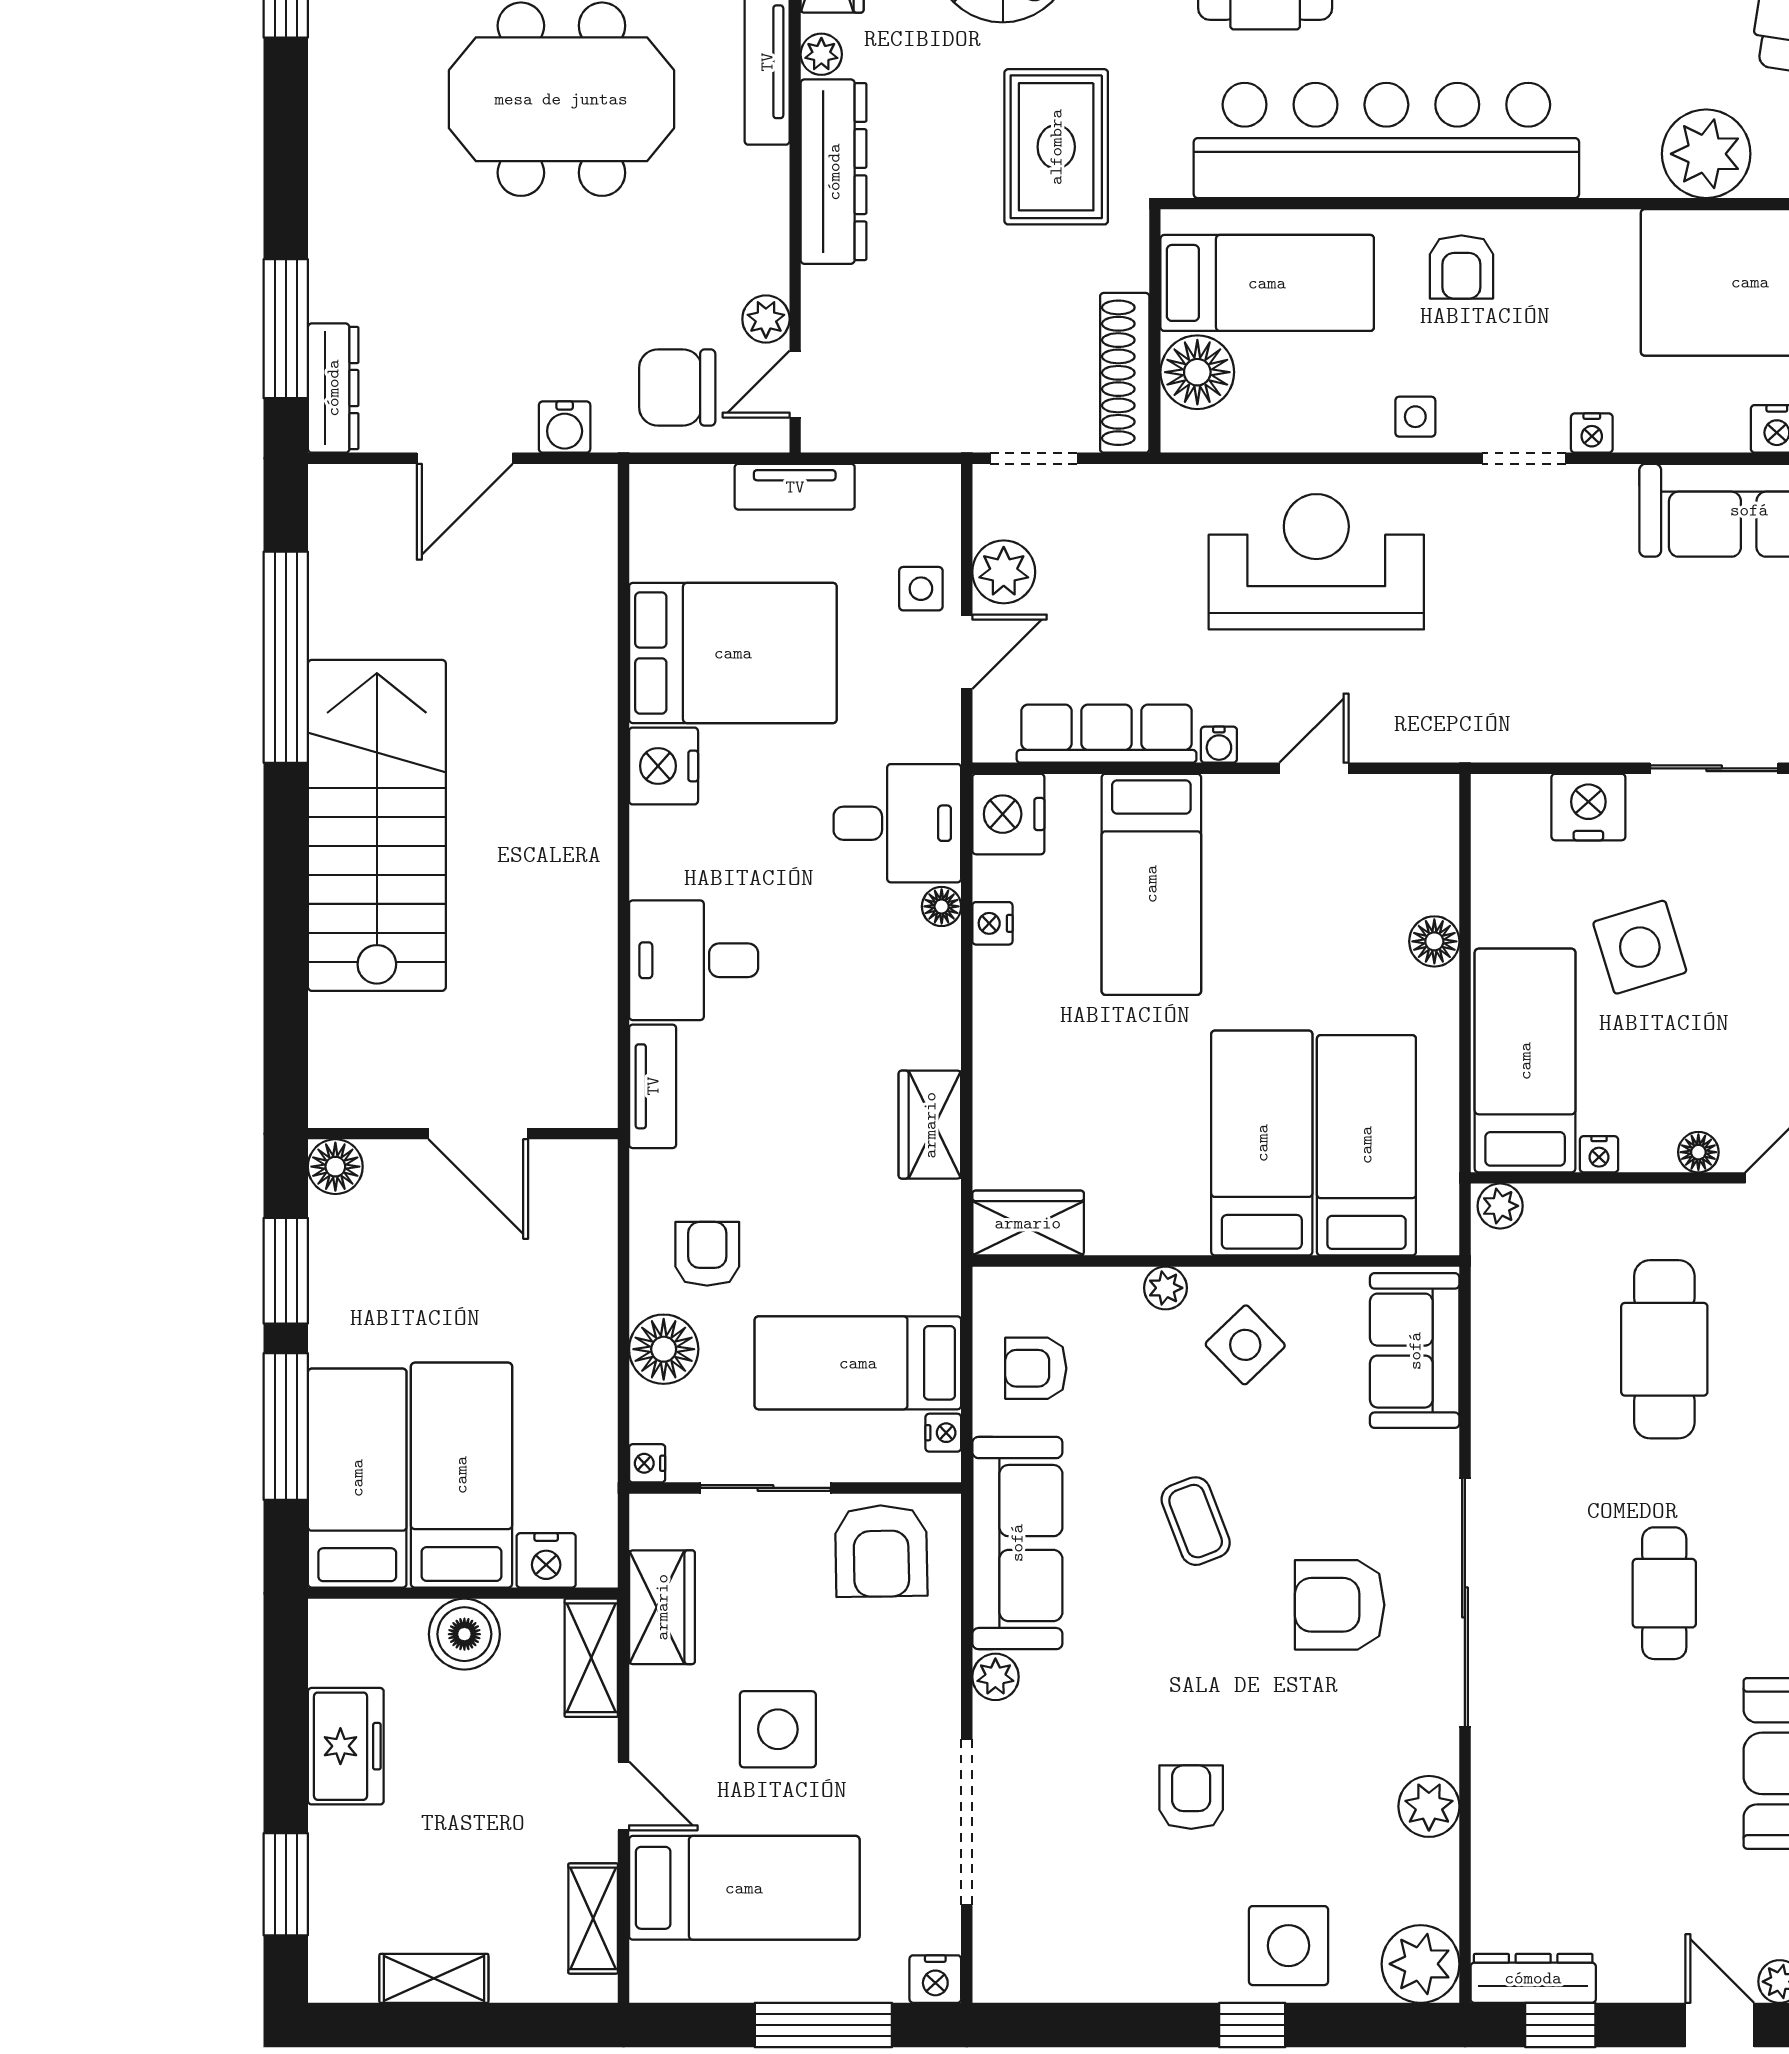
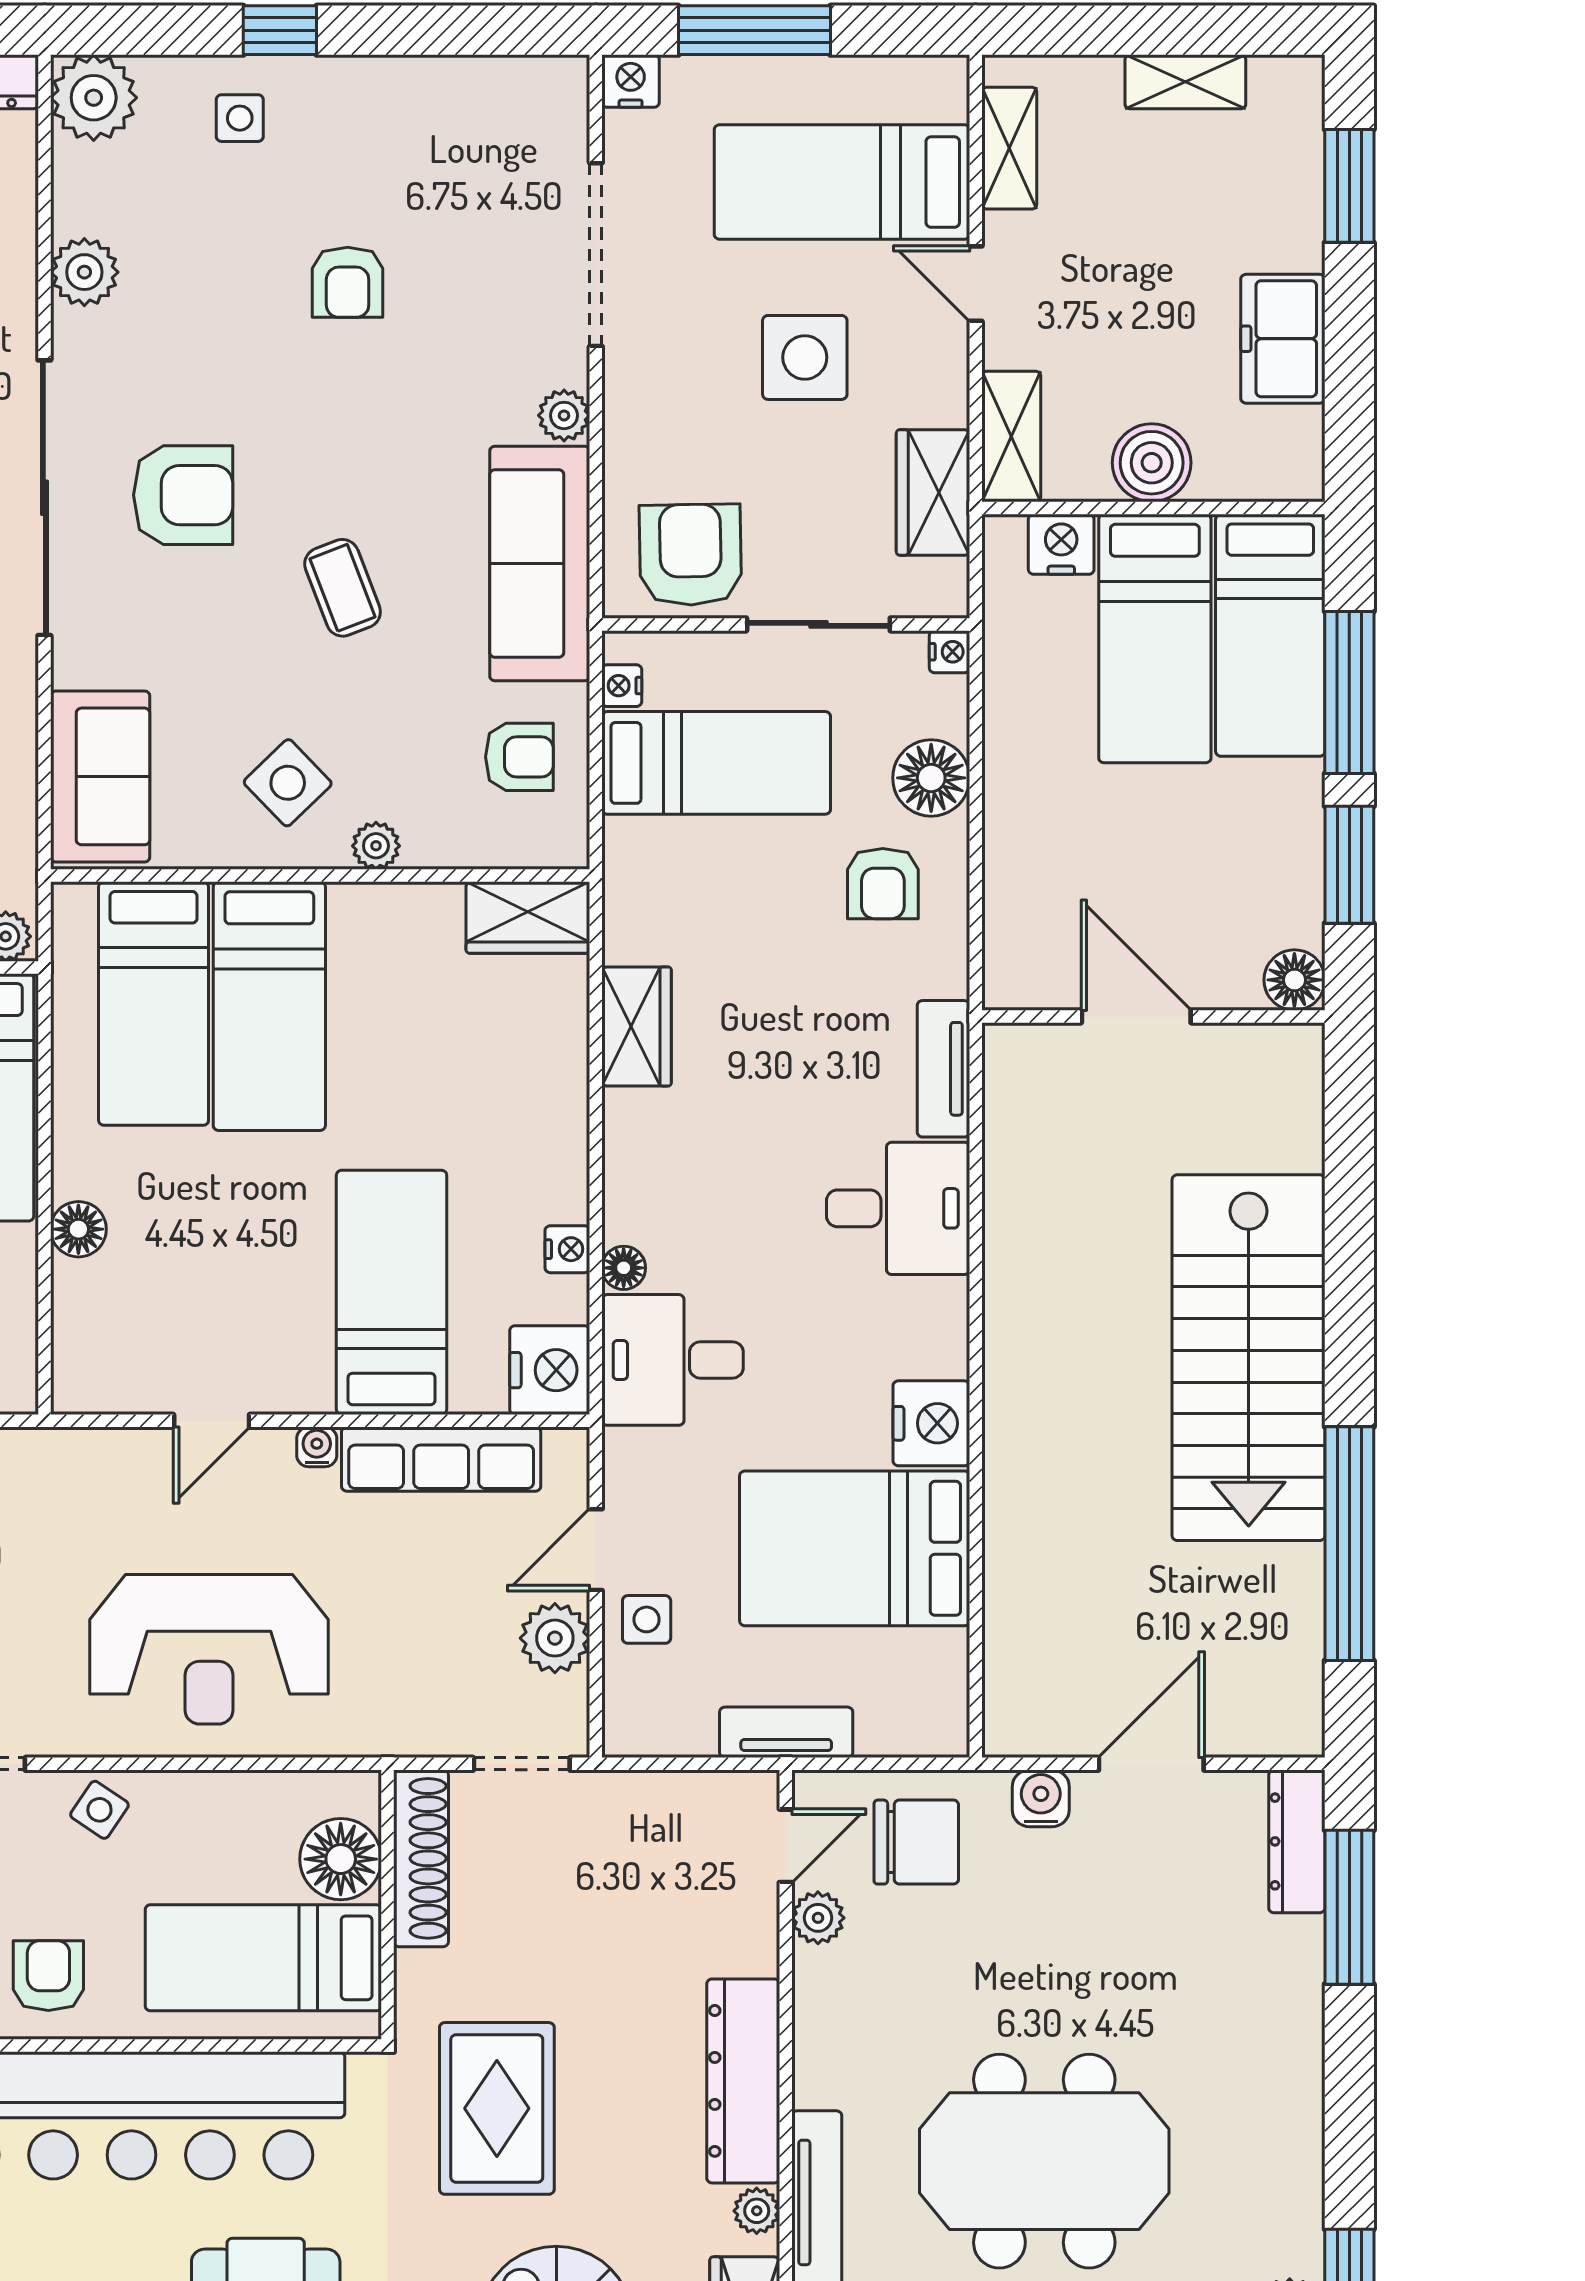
side table: (1415, 417) -> (99, 1810), turned 34
side table: (1289, 1946) -> (240, 118), width x0.54, depth x0.54

